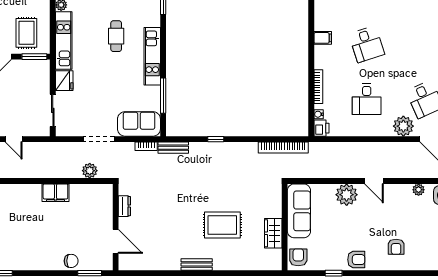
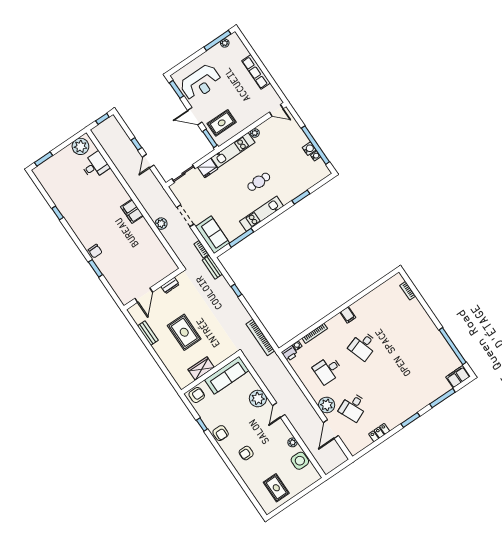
dresser: (124, 206) -> (170, 285), moved
wall: (116, 227) -> (153, 289), moved
door: (116, 241) -> (144, 295), moved

